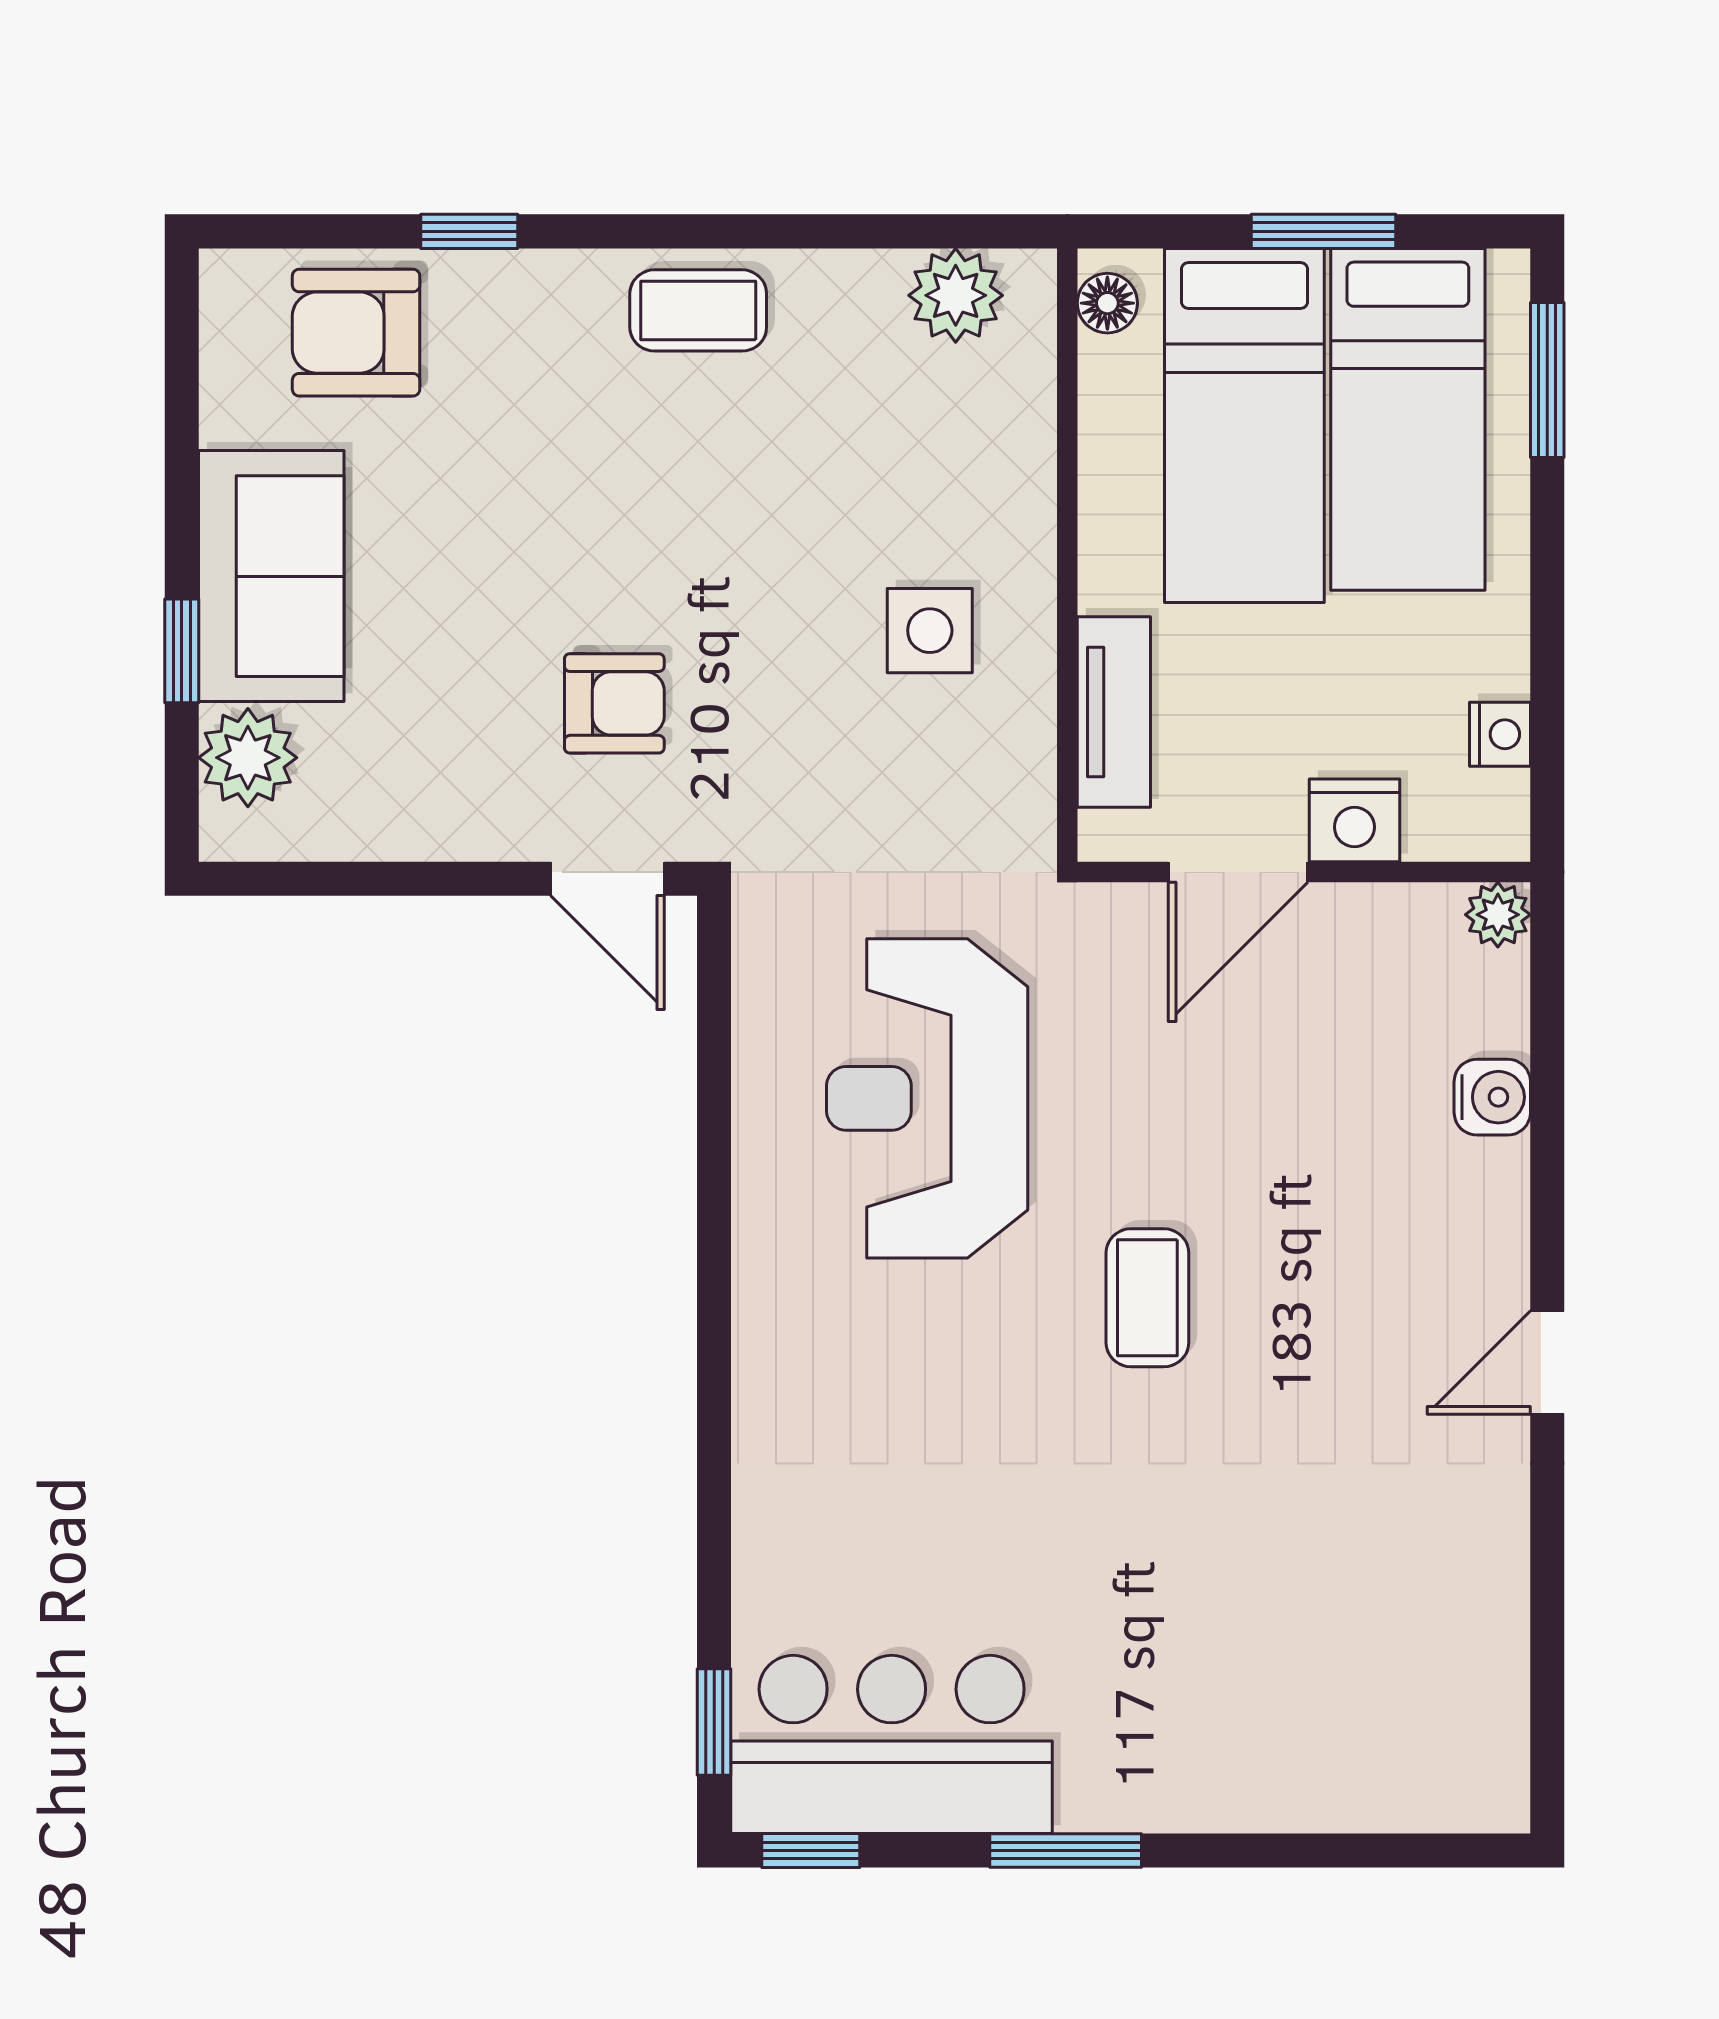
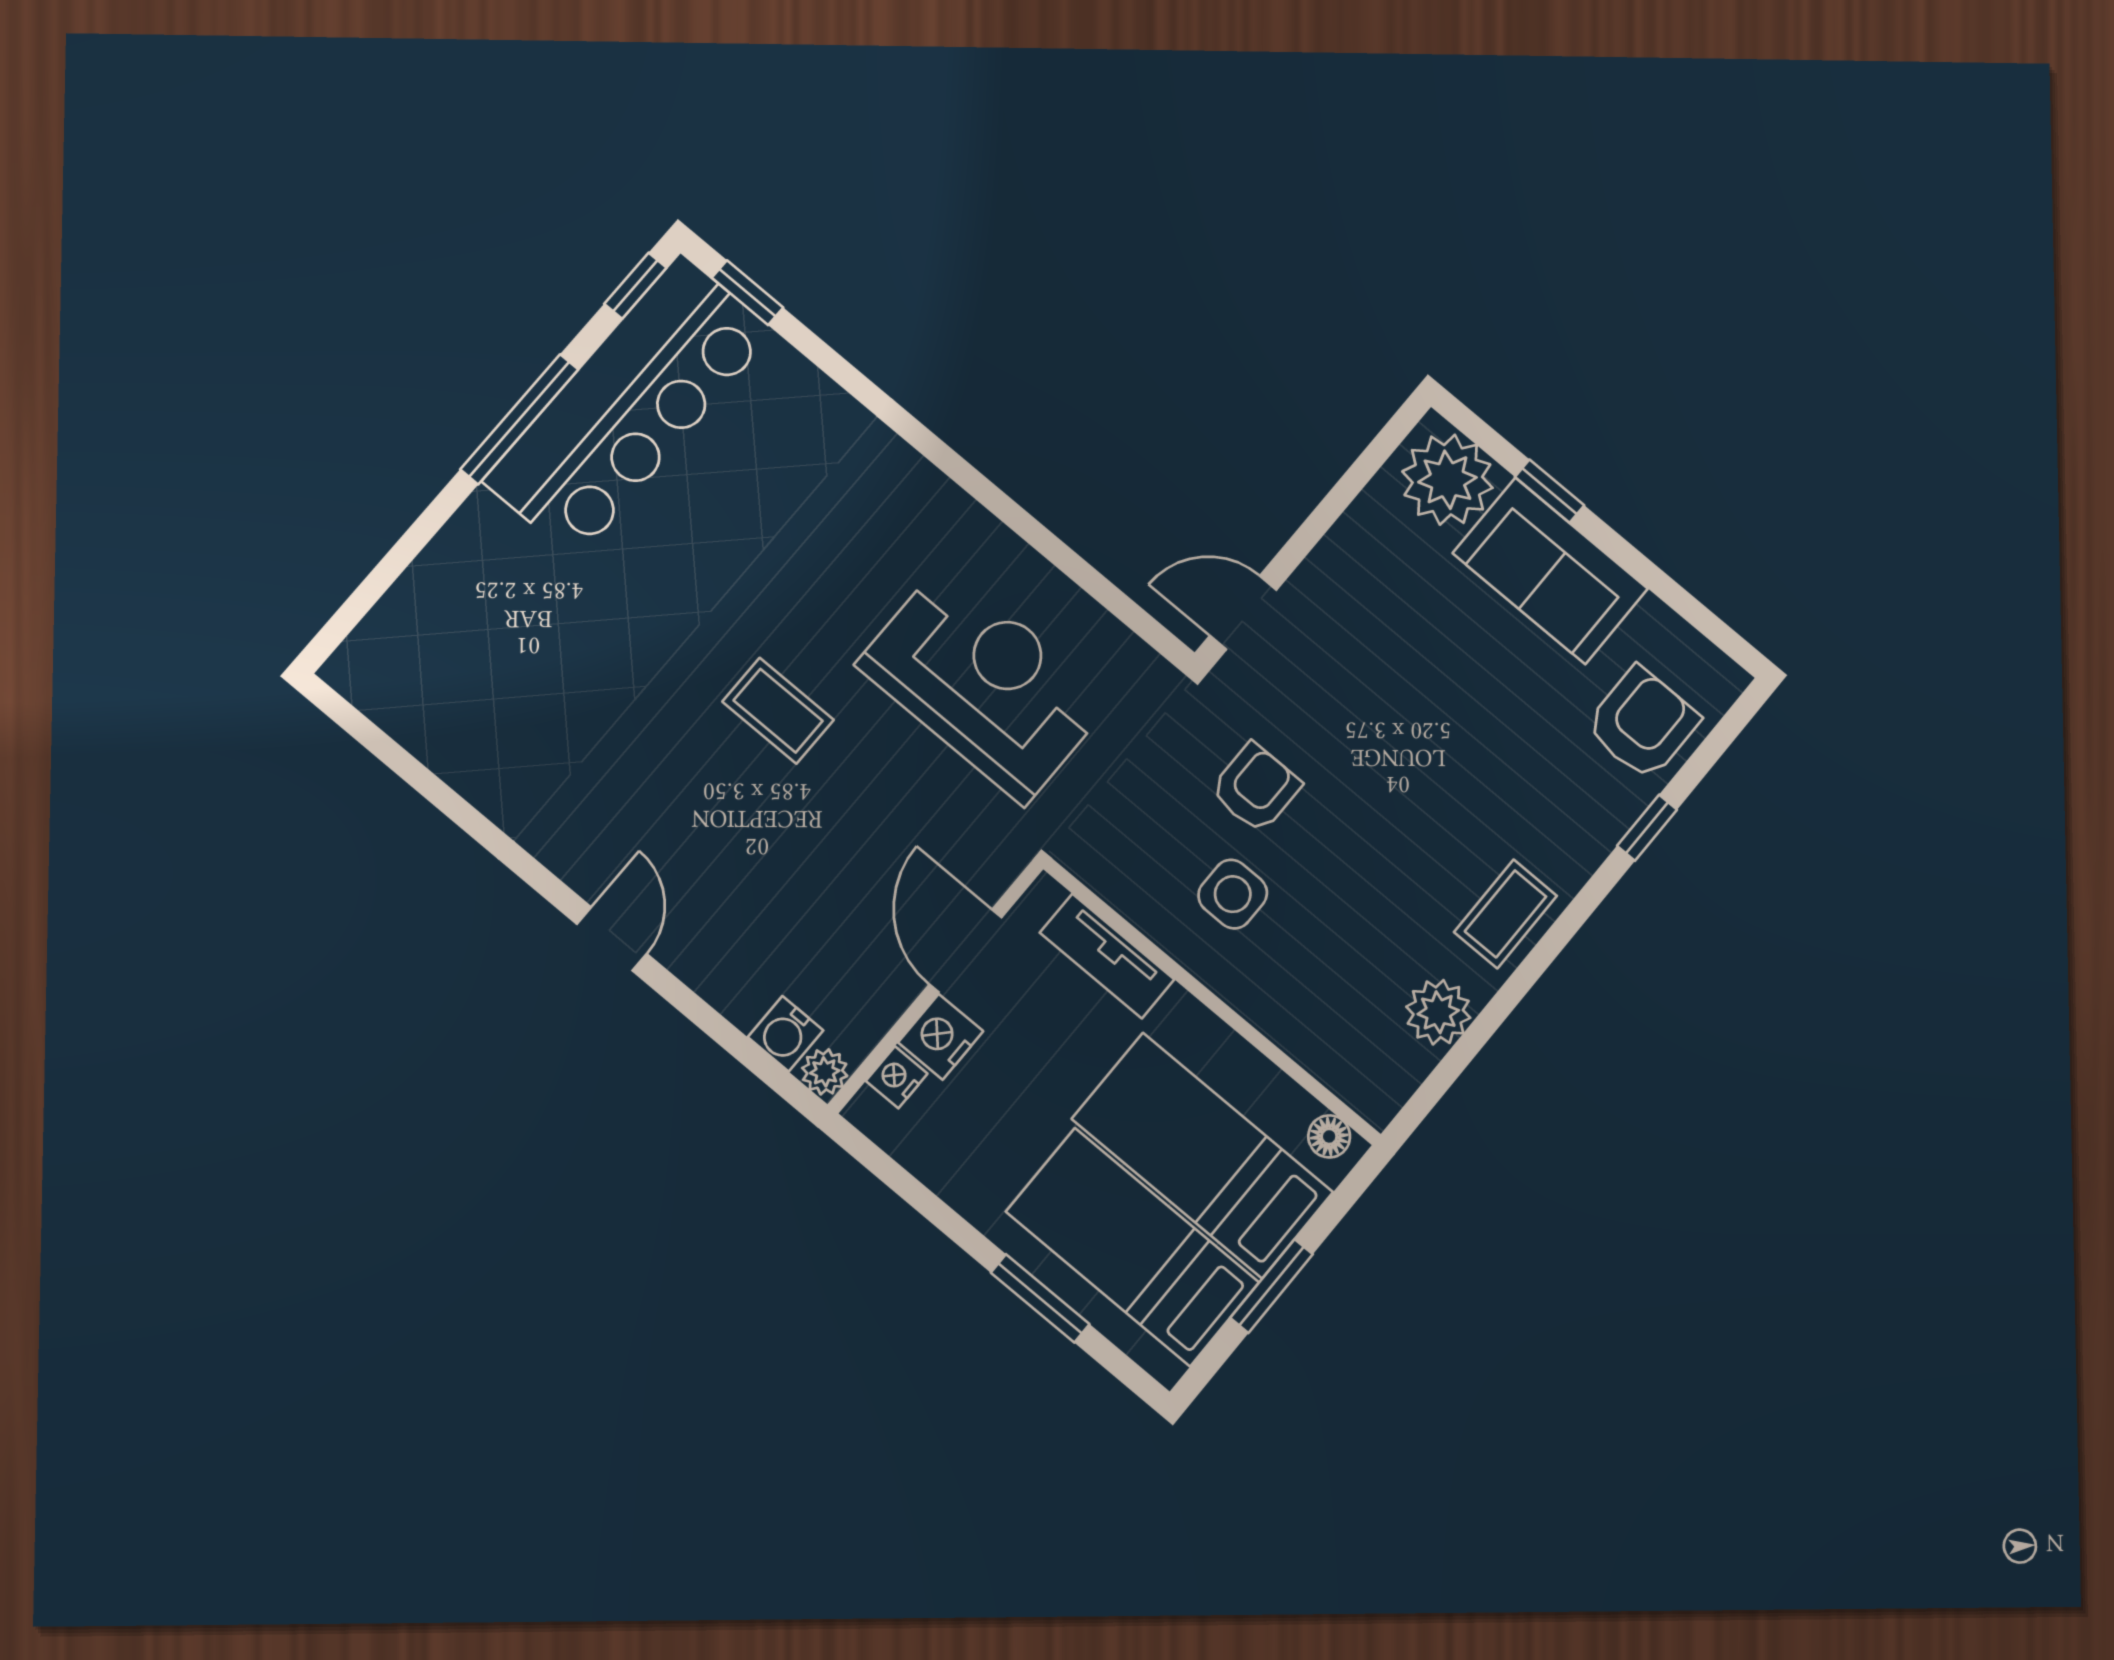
plant: (956, 295) -> (1438, 1012), moved
window: (1547, 380) -> (1040, 1298), moved
armchair: (614, 703) -> (1256, 788), moved, turned 180
nightstand: (1500, 734) -> (897, 1077), moved, turned 90
plant: (248, 758) -> (1447, 480), width x1.36, depth x1.36
water cooler: (1492, 1097) -> (785, 1034), moved
door: (1547, 1363) -> (612, 939), moved
bar counter: (892, 1744) -> (629, 406), width x1.36
window: (1066, 1850) -> (519, 419), width x1.44

